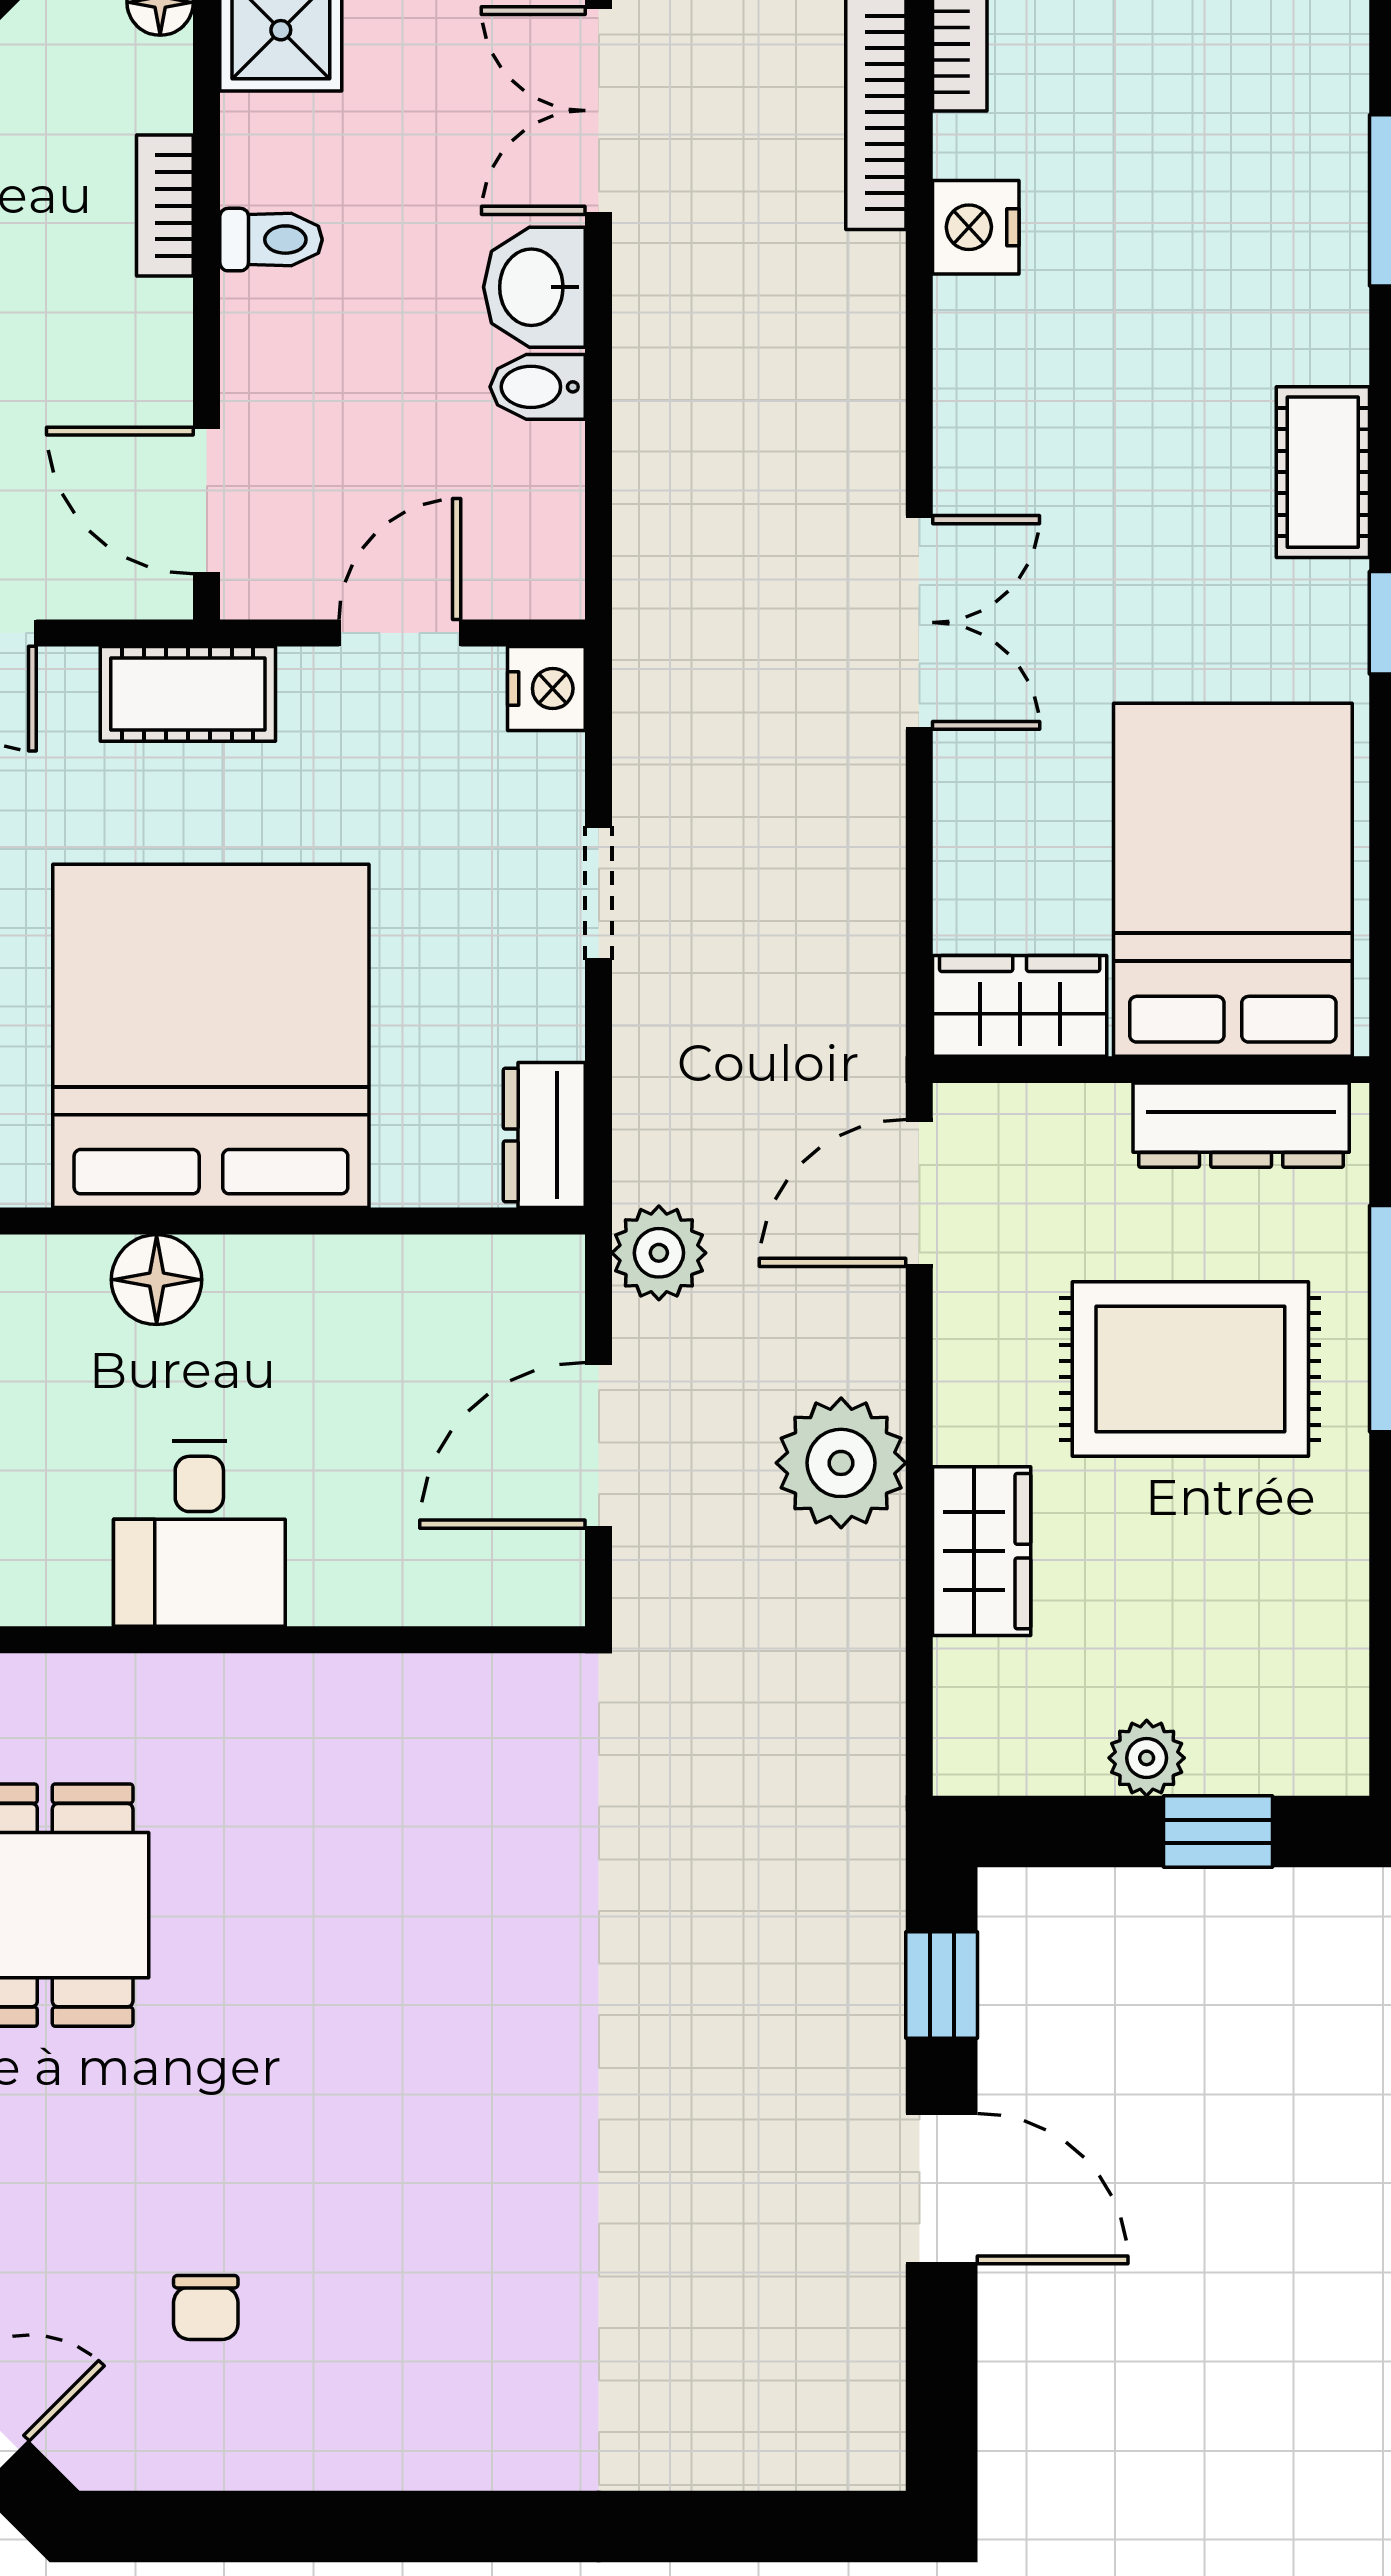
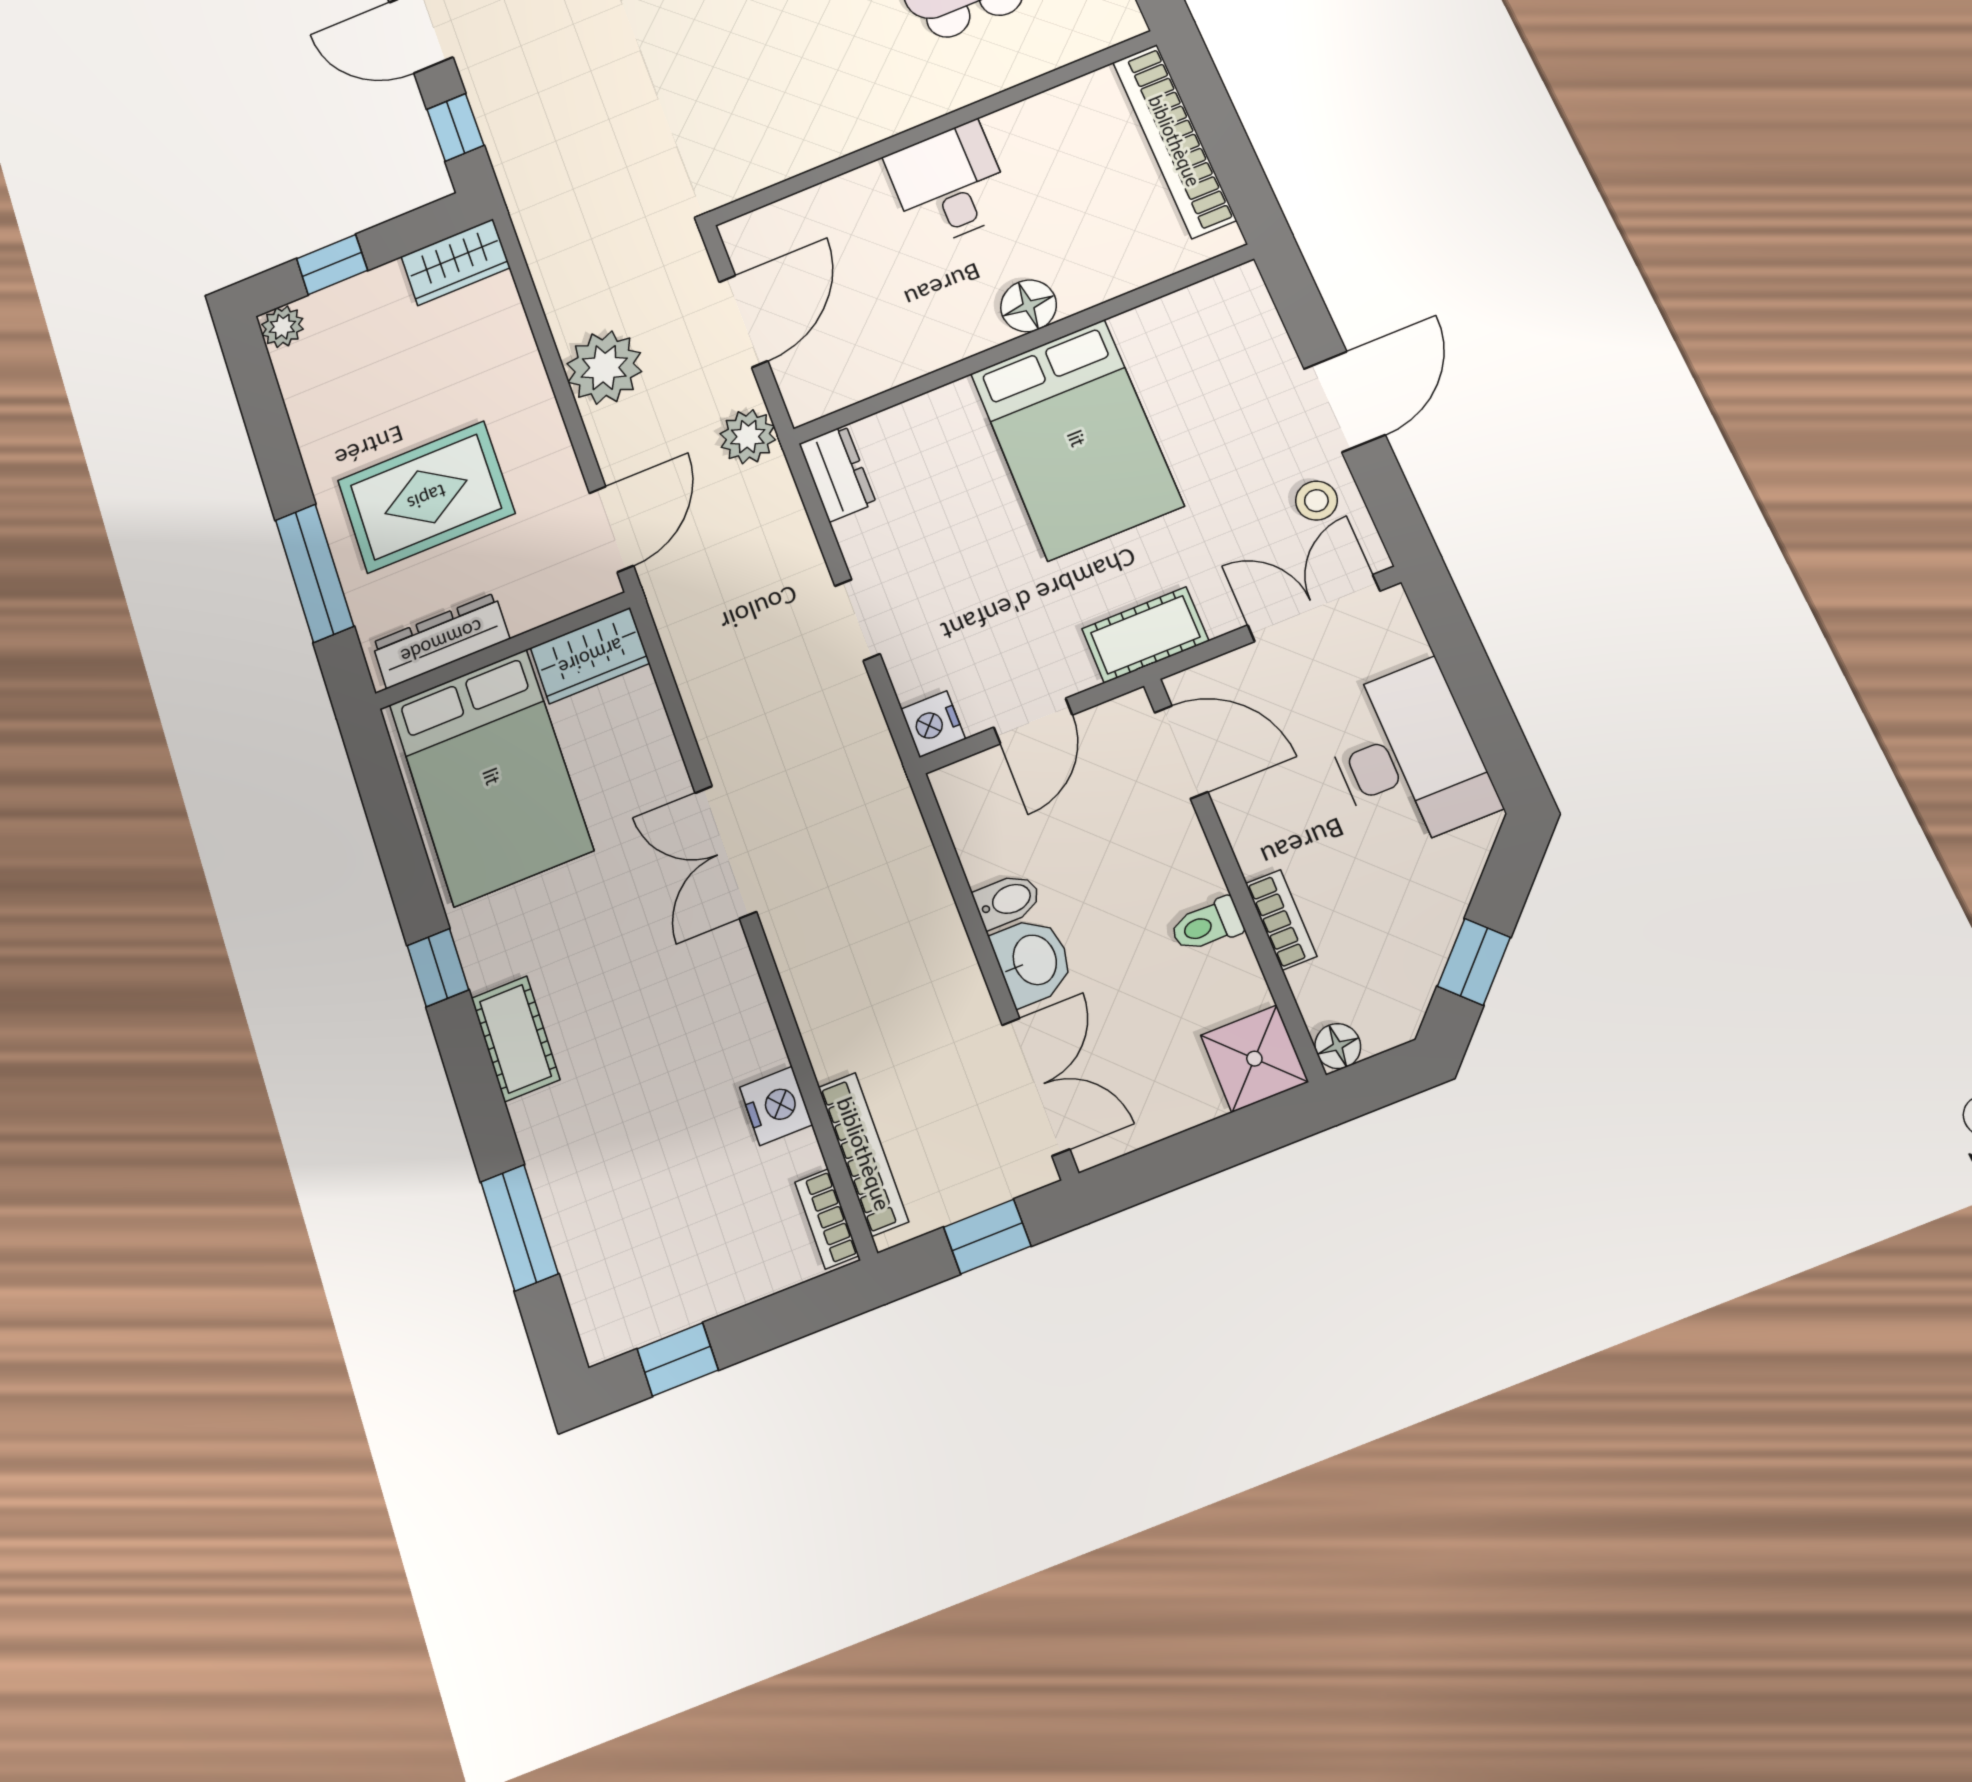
bed: (211, 1036) -> (1076, 439), width x0.73
wardrobe: (982, 1551) -> (456, 262), moved, turned -90
plant: (1147, 1758) -> (282, 327), moved

